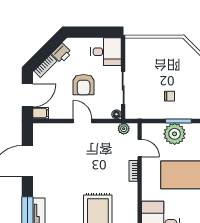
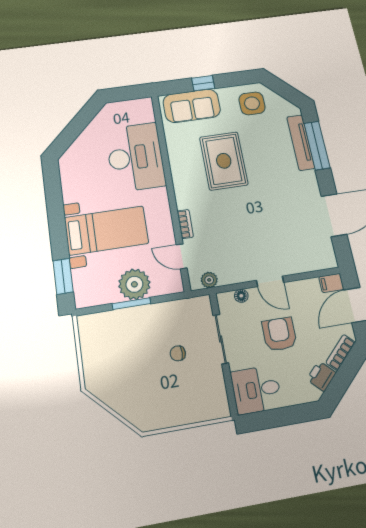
chair: (170, 96) -> (178, 353), moved
floor lamp: (116, 114) -> (241, 296), moved

